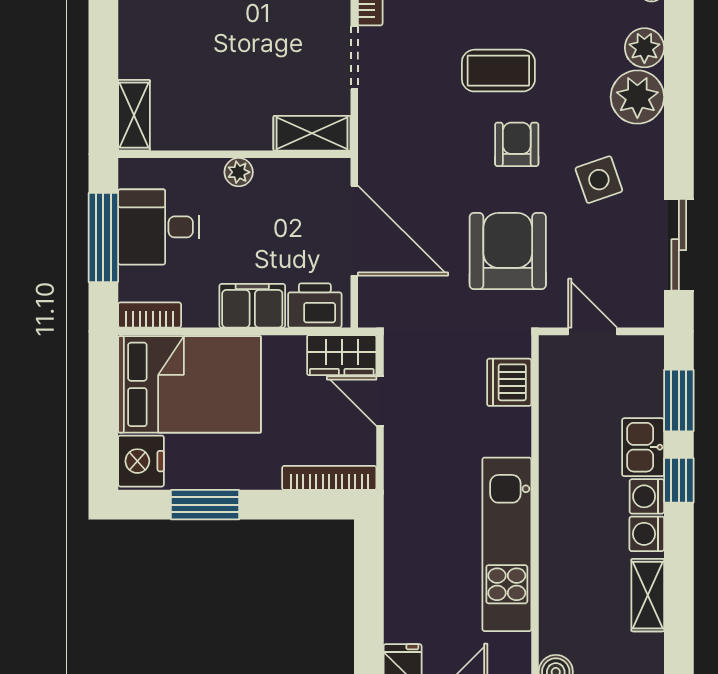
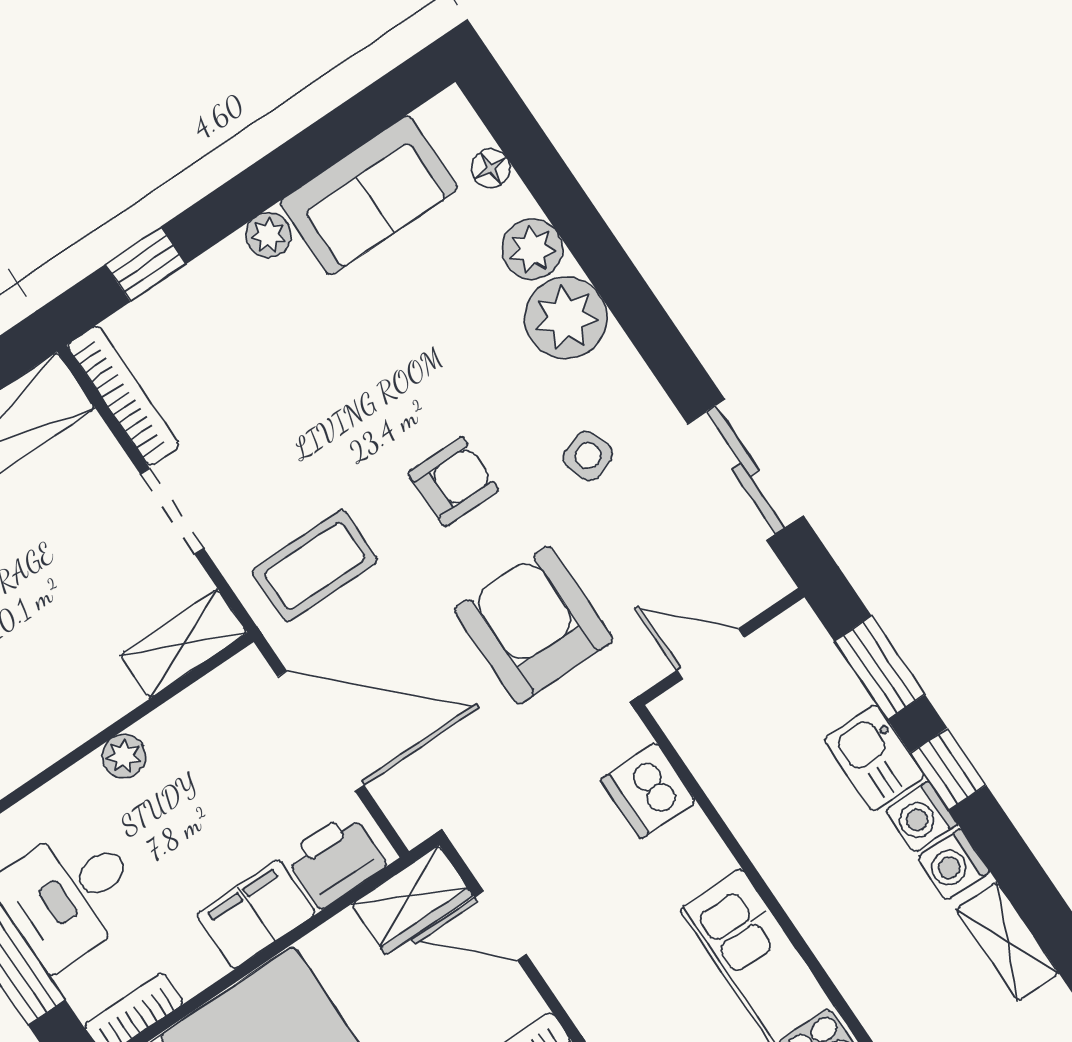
coffee table: (498, 71) -> (315, 566), moved
armchair: (517, 144) -> (453, 482), turned 90
side table: (599, 180) -> (588, 456), width x0.73, depth x0.73

